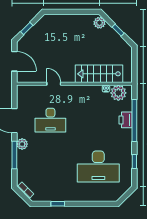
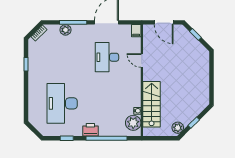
plant: (99, 23) -> (178, 128), moved
door: (14, 61) -> (164, 22), hinge flipped
door: (54, 84) -> (142, 60), swing flipped
filing cabinet: (23, 90) -> (136, 31), added
printer: (126, 120) -> (90, 130), moved
plant: (22, 144) -> (66, 30), moved

